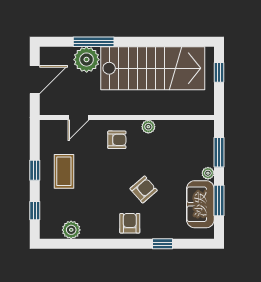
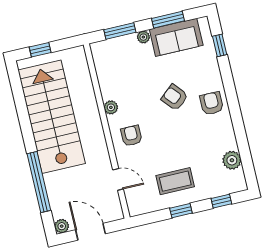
window: (94, 42) -> (39, 182), width x1.46
plant: (87, 60) -> (62, 226), moved, width x0.53, depth x0.53
armchair: (130, 223) -> (212, 103), turned 90
window: (162, 244) -> (220, 45), moved

